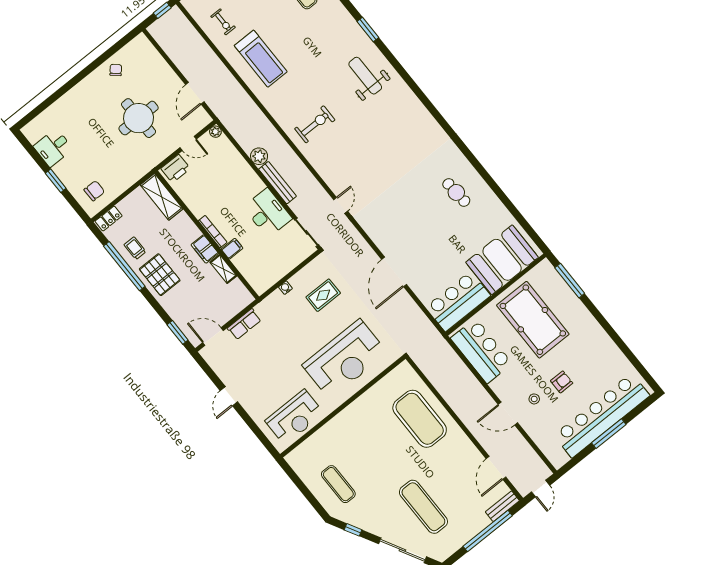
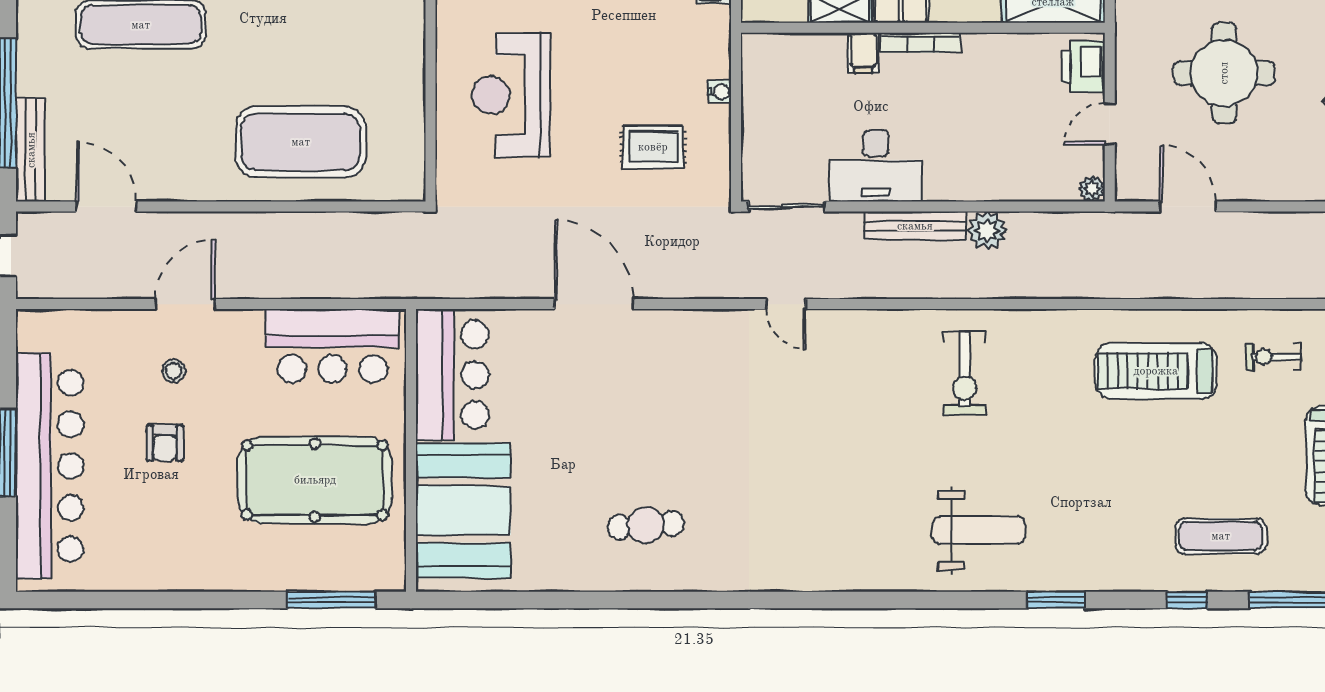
rug: (323, 295) -> (653, 147), turned 90
reception desk: (345, 359) -> (511, 95), width x0.74, depth x0.77
bench: (502, 506) -> (31, 150), width x1.36

